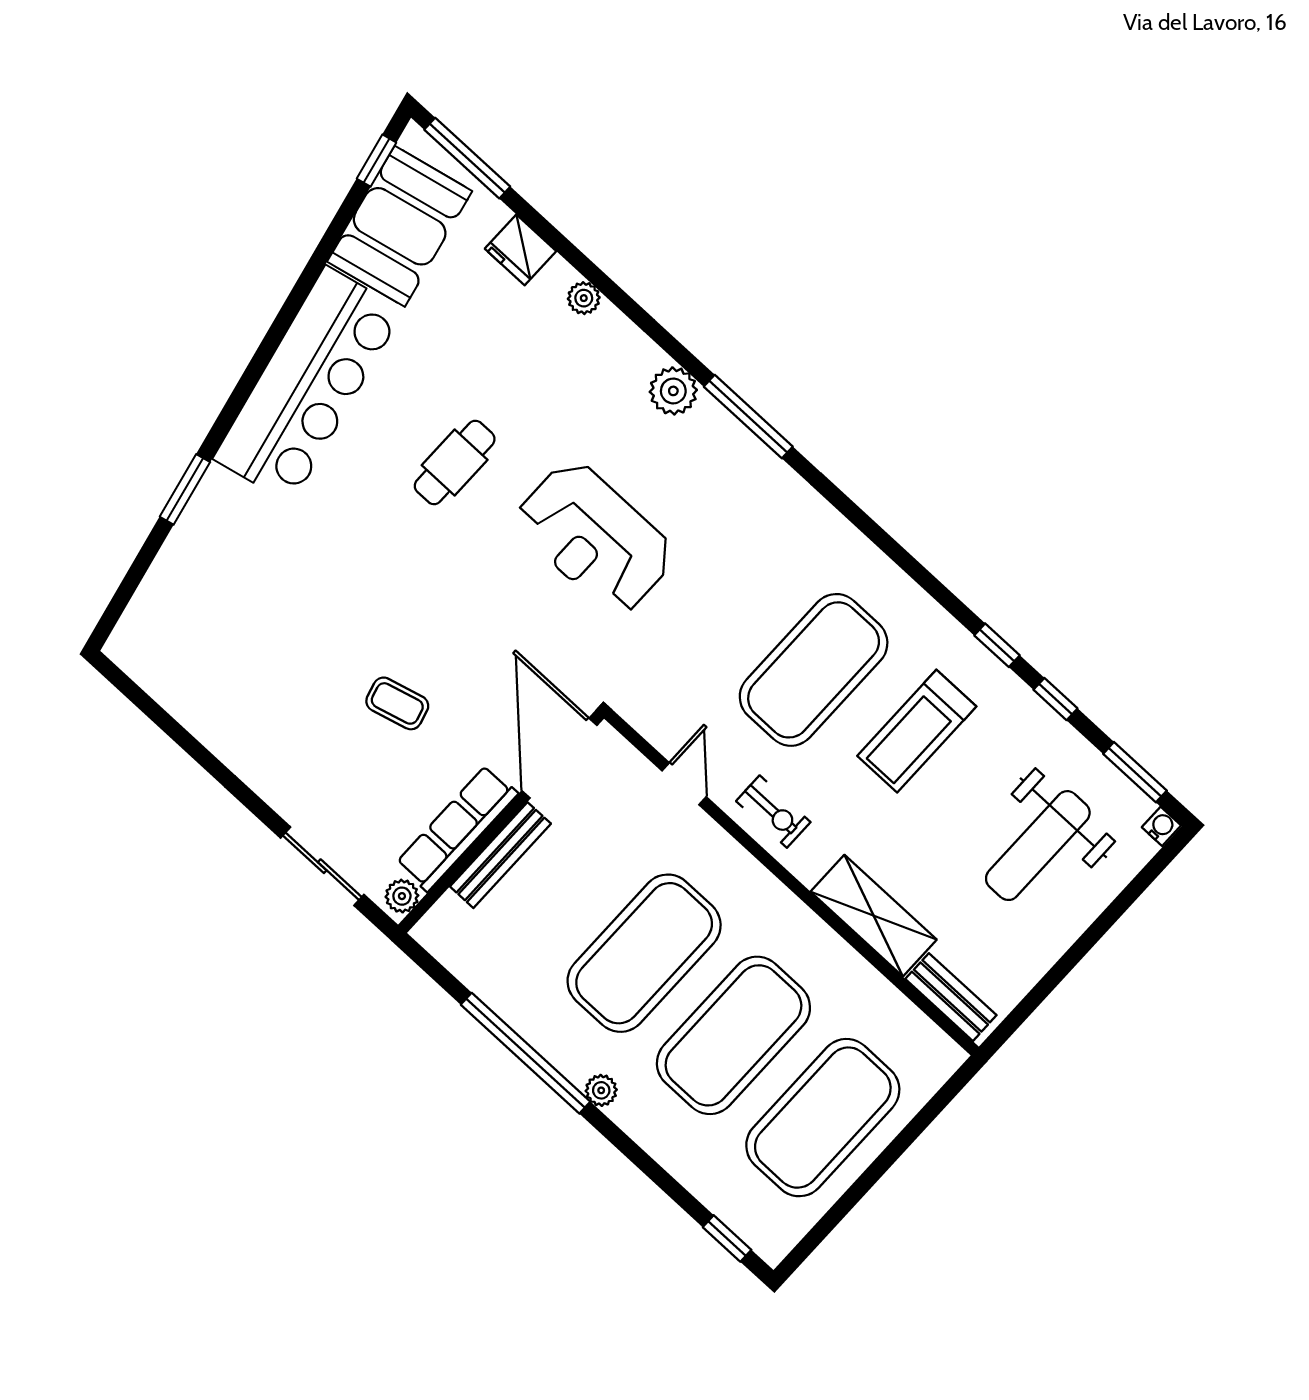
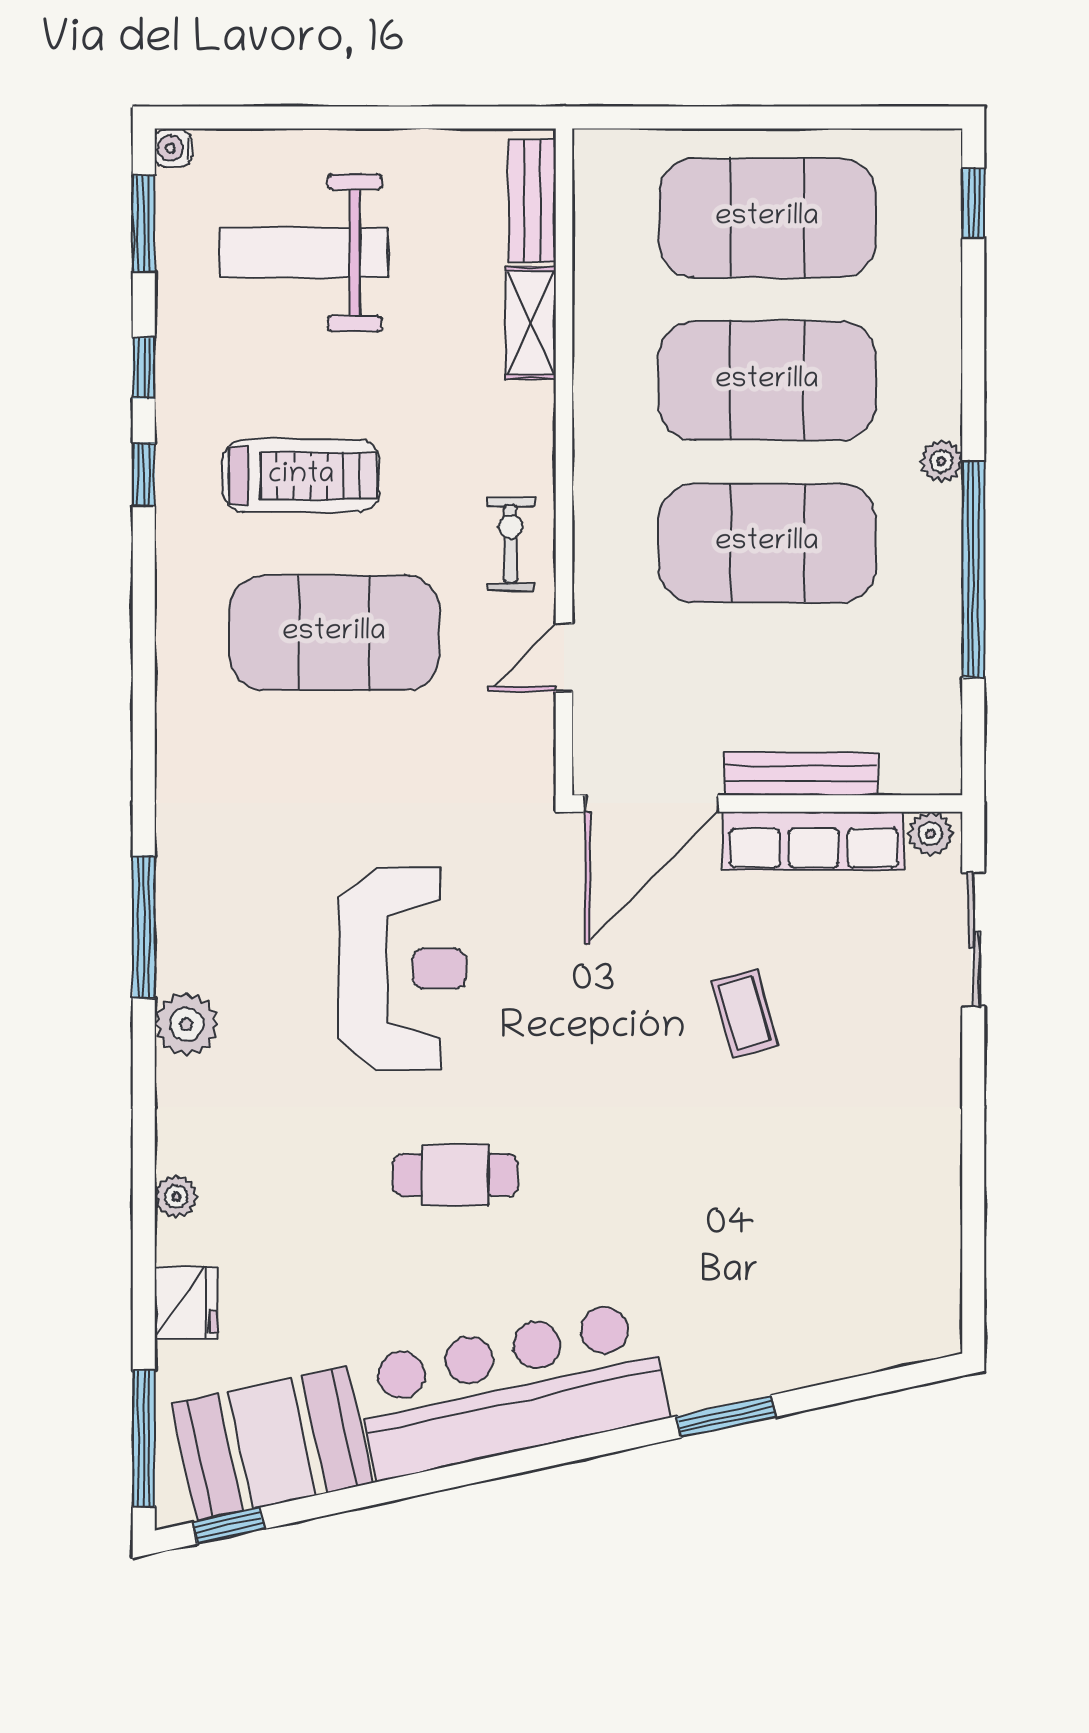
weight bench: (1038, 846) -> (304, 253), turned 180
shelving: (874, 916) -> (531, 323), width x0.67, depth x0.75

